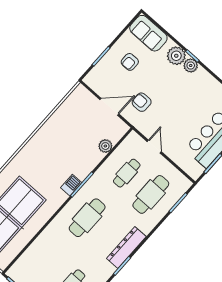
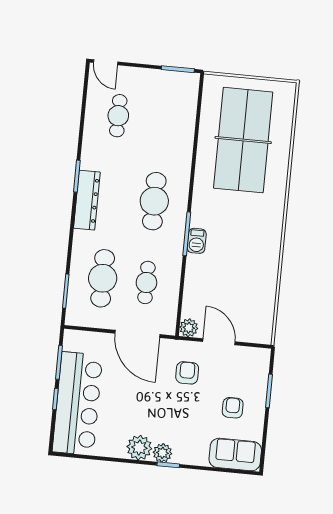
plant: (176, 56) -> (139, 448), moved
armchair: (142, 102) -> (187, 373), turned -90
door: (109, 107) -> (219, 342), swing flipped
plant: (105, 146) -> (189, 328), moved
door: (154, 147) -> (137, 334), width x1.88
barbecue: (71, 185) -> (197, 241), moved

